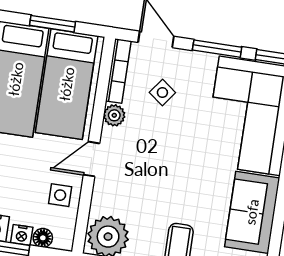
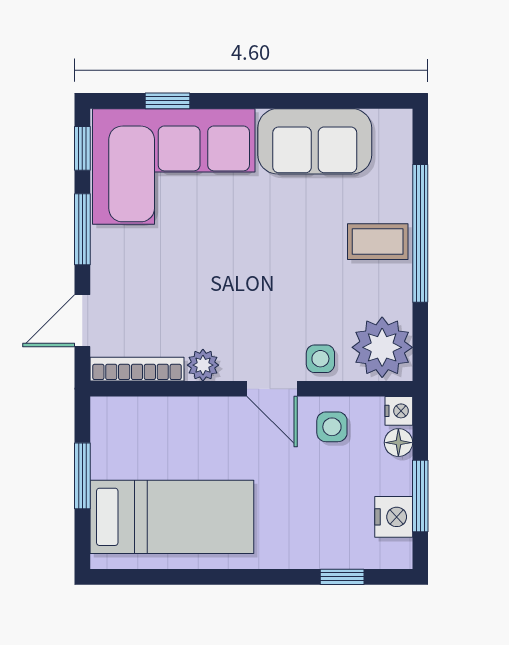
bed: (67, 84) -> (168, 442), removed
side table: (162, 93) -> (320, 359), moved, turned -37
nightstand: (22, 235) -> (399, 411), moved

